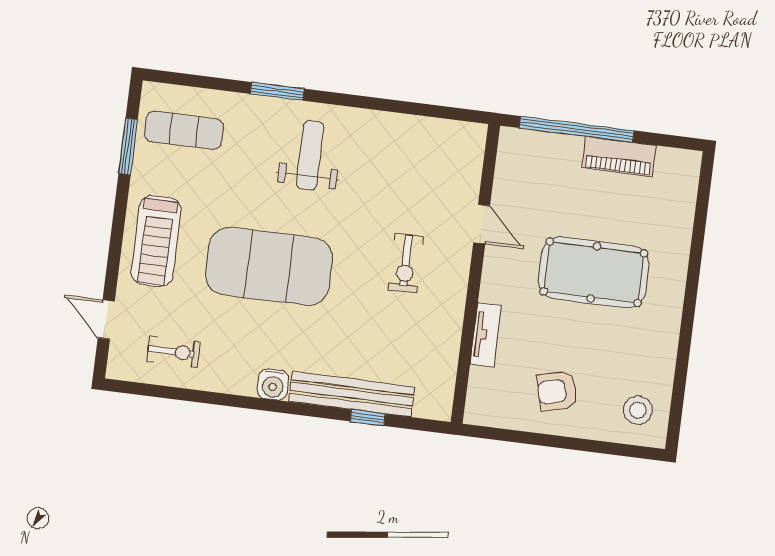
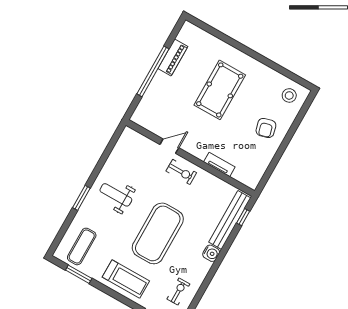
door: (482, 224) -> (169, 146), moved
wall: (475, 274) -> (190, 158), moved
tv unit: (486, 335) -> (219, 165), moved

